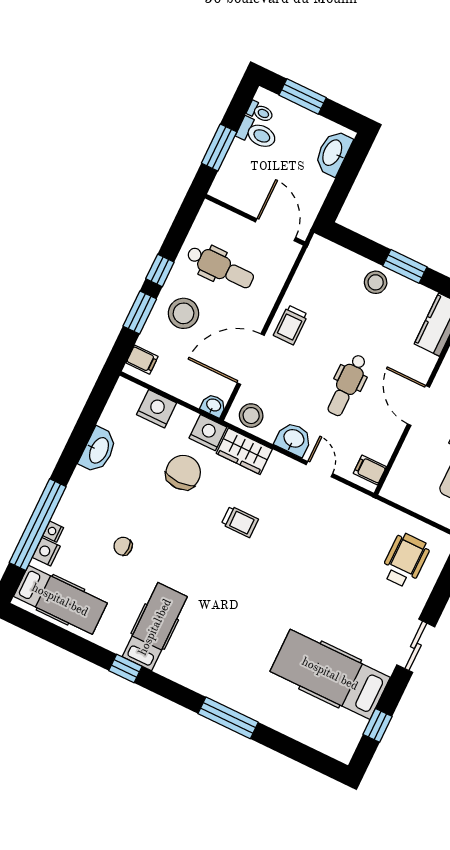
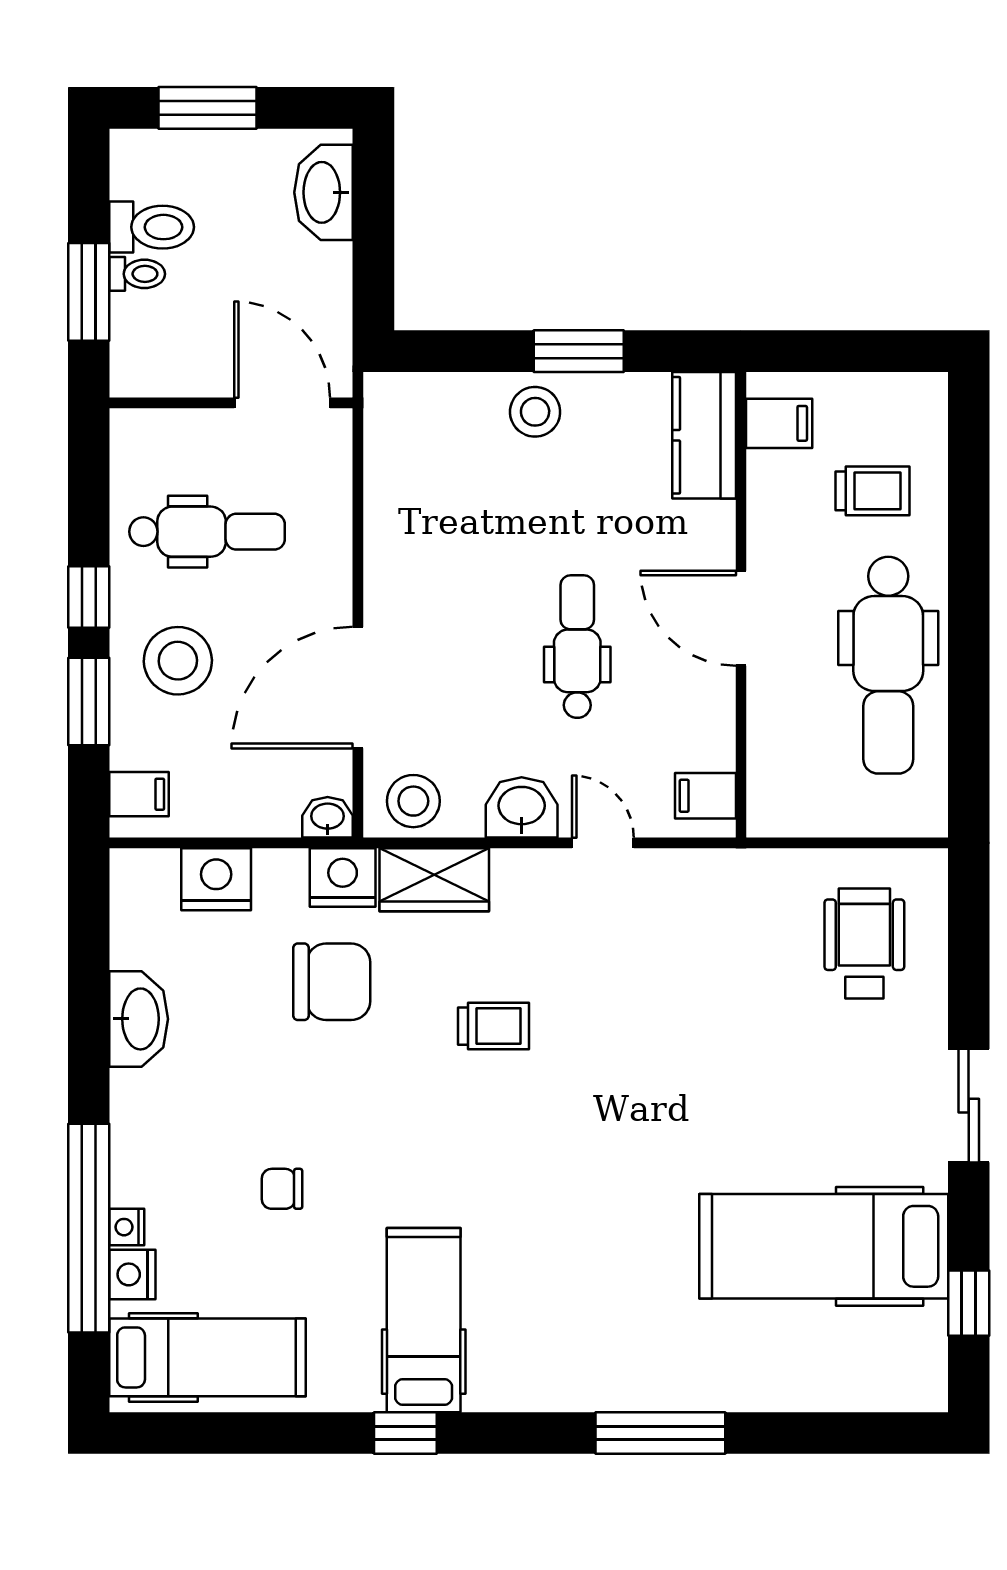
toilet: (260, 112) -> (137, 274), moved
trolley: (291, 325) -> (405, 580), removed
dental chair: (347, 385) -> (577, 647), turned 180
chair: (183, 472) -> (332, 982), turned 90

